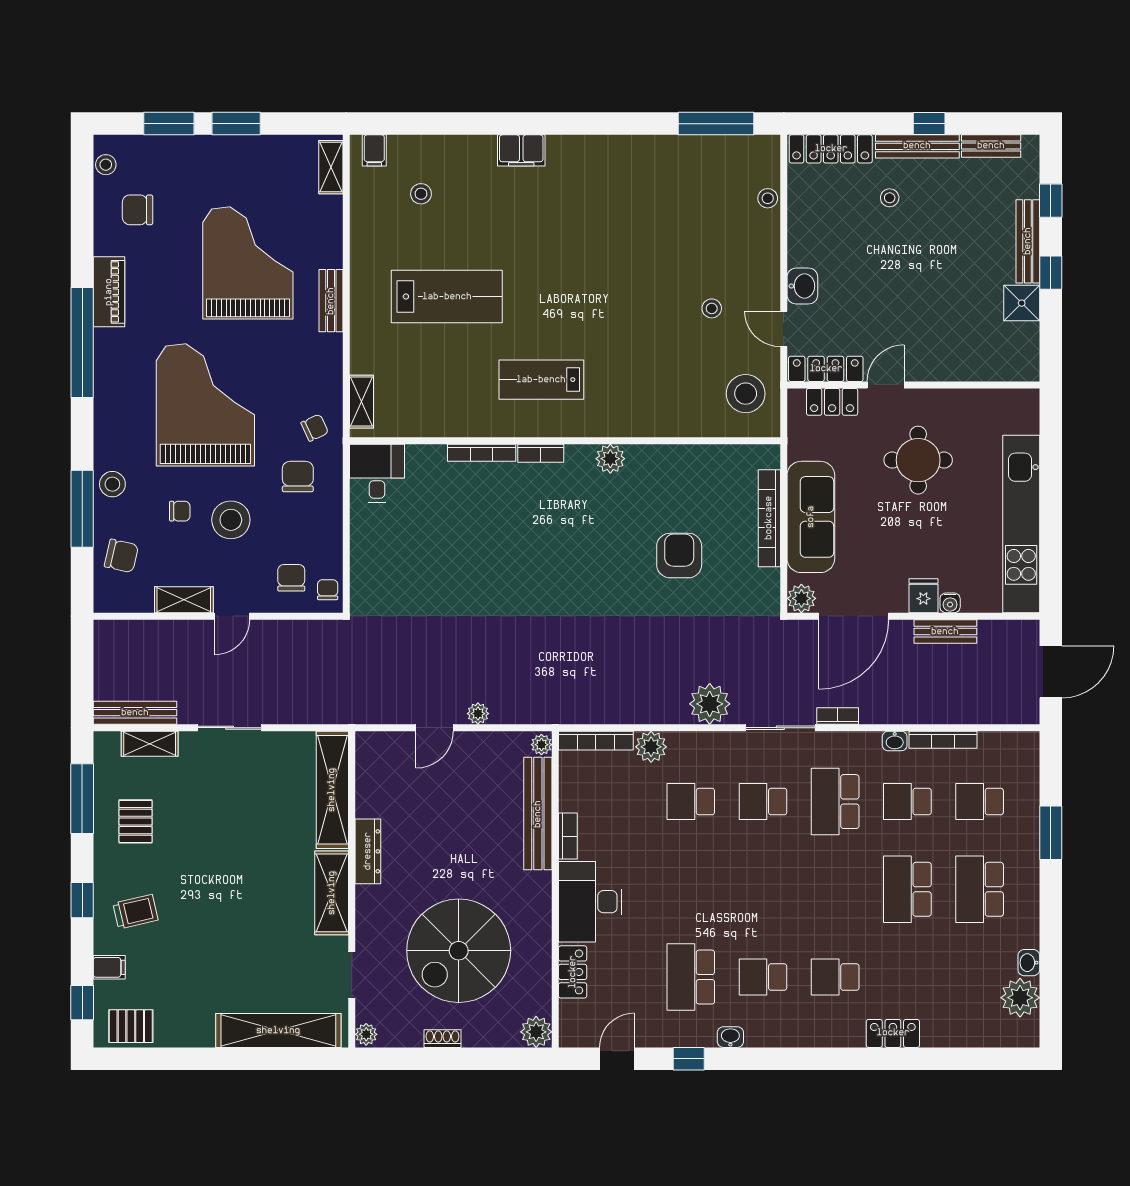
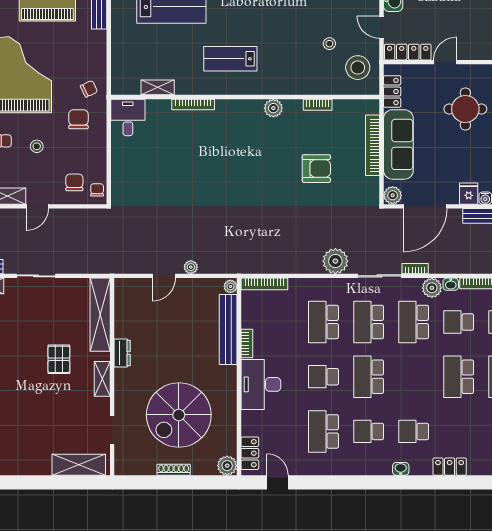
stool: (712, 308) -> (329, 44), moved
shelving: (362, 402) -> (158, 87), moved, turned 90
locker: (832, 402) -> (392, 91), moved, turned -90
bookcase: (541, 453) -> (318, 105), moved
stool: (231, 520) -> (37, 146), width x0.53, depth x0.53
armchair: (679, 556) -> (316, 169), turned 90
plant: (651, 747) -> (432, 288), moved
school desk: (691, 802) -> (324, 322), width x1.85
school desk: (763, 802) -> (369, 322), width x1.85
dresser: (368, 851) -> (122, 353), width x0.70
pallet: (267, 861) -> (59, 359), added
school desk: (691, 889) -> (324, 377), added
school desk: (763, 889) -> (369, 377), added
shelving: (332, 893) -> (102, 379), width x0.67, depth x0.75
locker: (573, 972) -> (250, 453), moved
shelving: (278, 1031) -> (79, 465), width x0.68
plant: (366, 1034) -> (121, 467), removed
washbasin: (730, 1037) -> (401, 469), moved
shoe rack: (442, 1039) -> (174, 470), width x1.43
door: (617, 1059) -> (277, 482), hinge flipped
window: (689, 1059) -> (322, 482), removed

